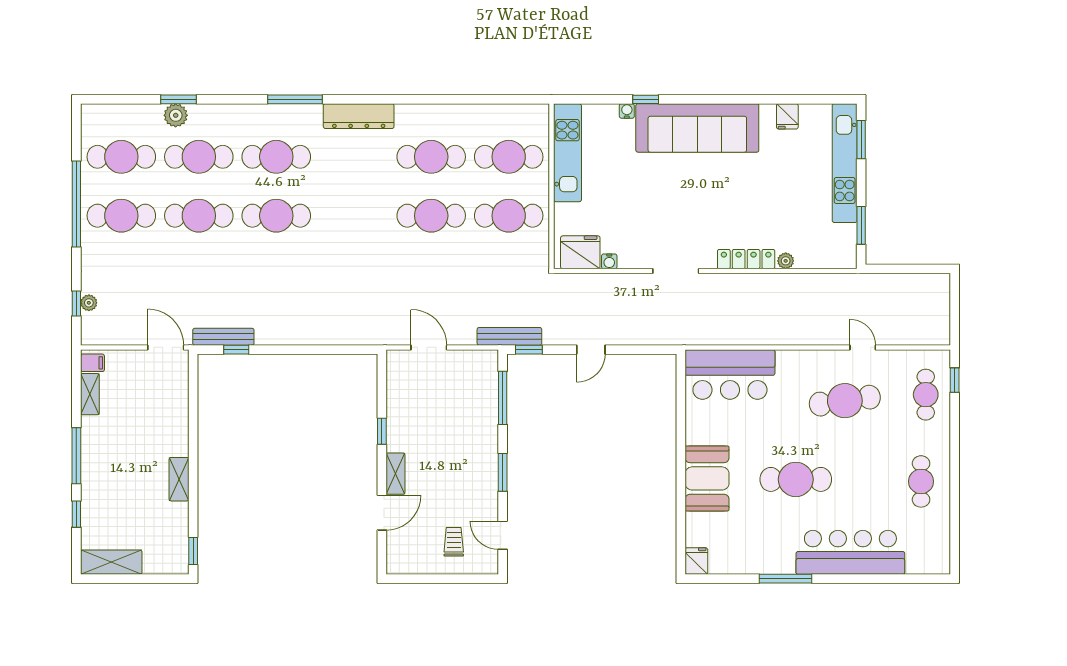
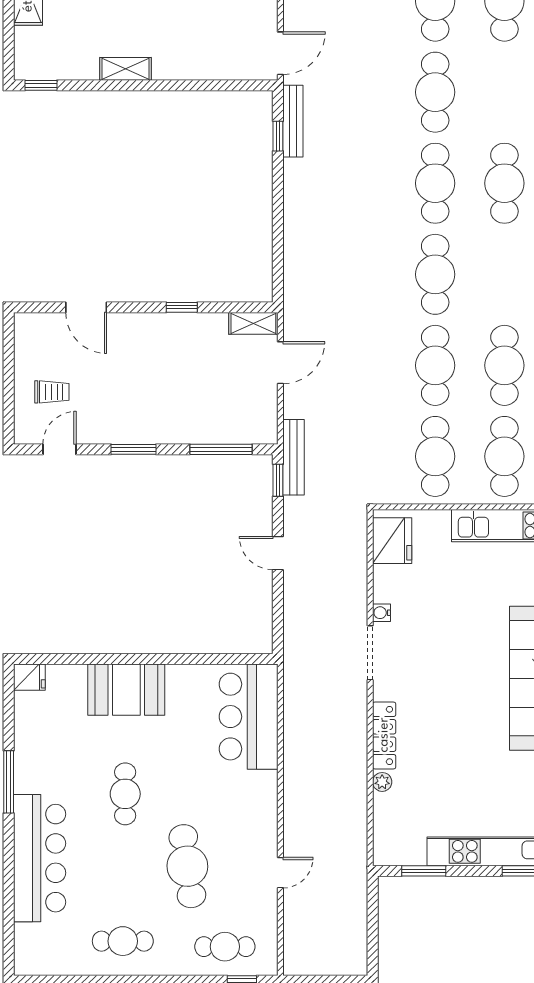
cafe table: (199, 157) -> (435, 274), moved
water cooler: (609, 261) -> (381, 613), moved
cafe table: (845, 401) -> (187, 866), moved
shelving: (395, 474) -> (253, 323), moved
cafe table: (796, 479) -> (125, 794), width x0.73, depth x0.74

